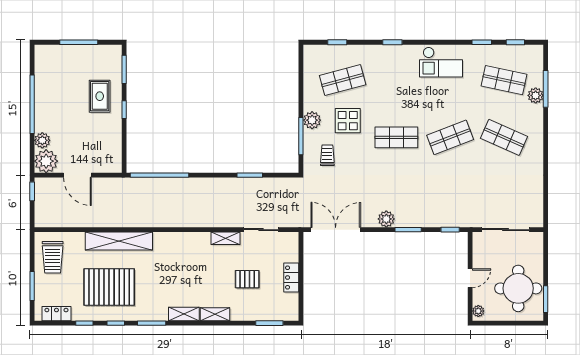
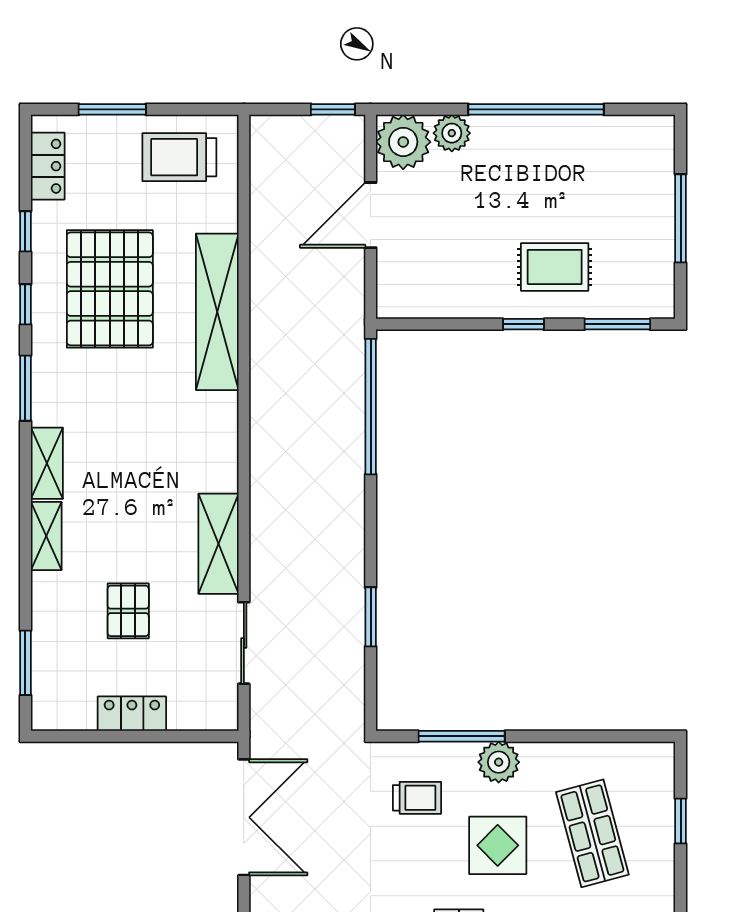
shelving: (226, 238) -> (218, 544), width x1.50, depth x1.33

